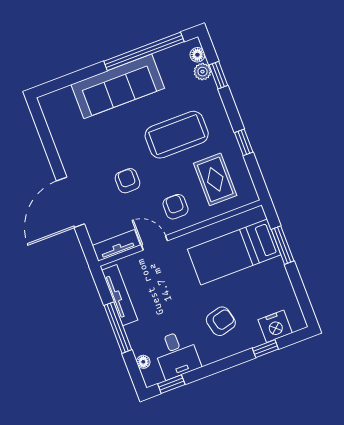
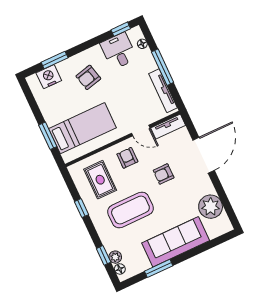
window: (144, 51) -> (159, 268), width x0.47
plant: (66, 131) -> (211, 207), added
armchair: (127, 181) -> (164, 174), turned 90
armchair: (176, 207) -> (127, 158), turned 180
window: (265, 349) -> (55, 60), width x1.50

